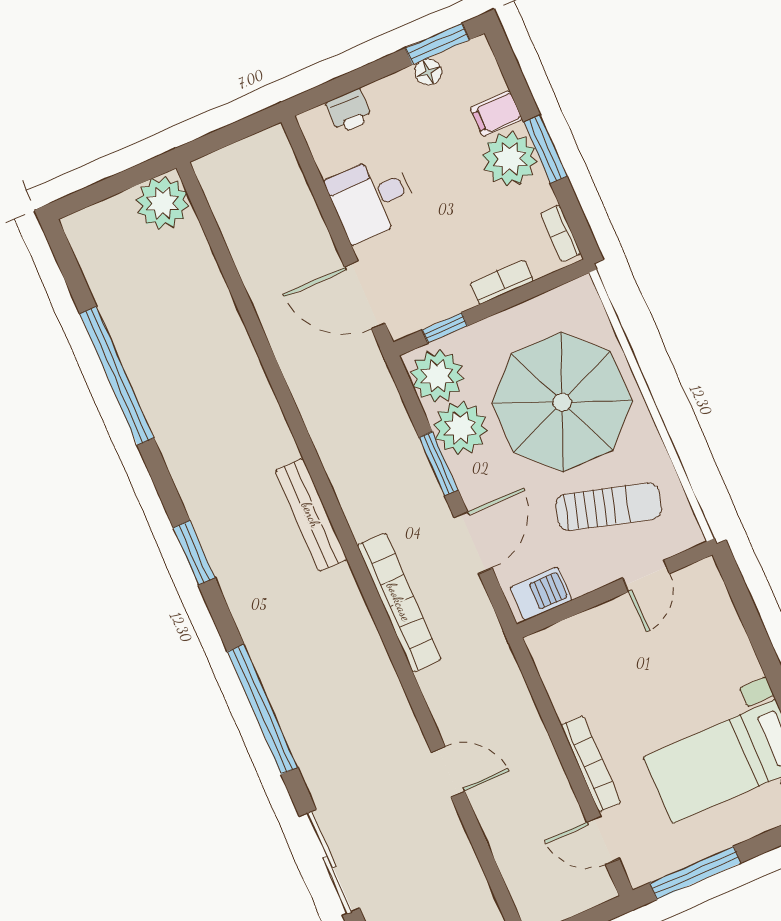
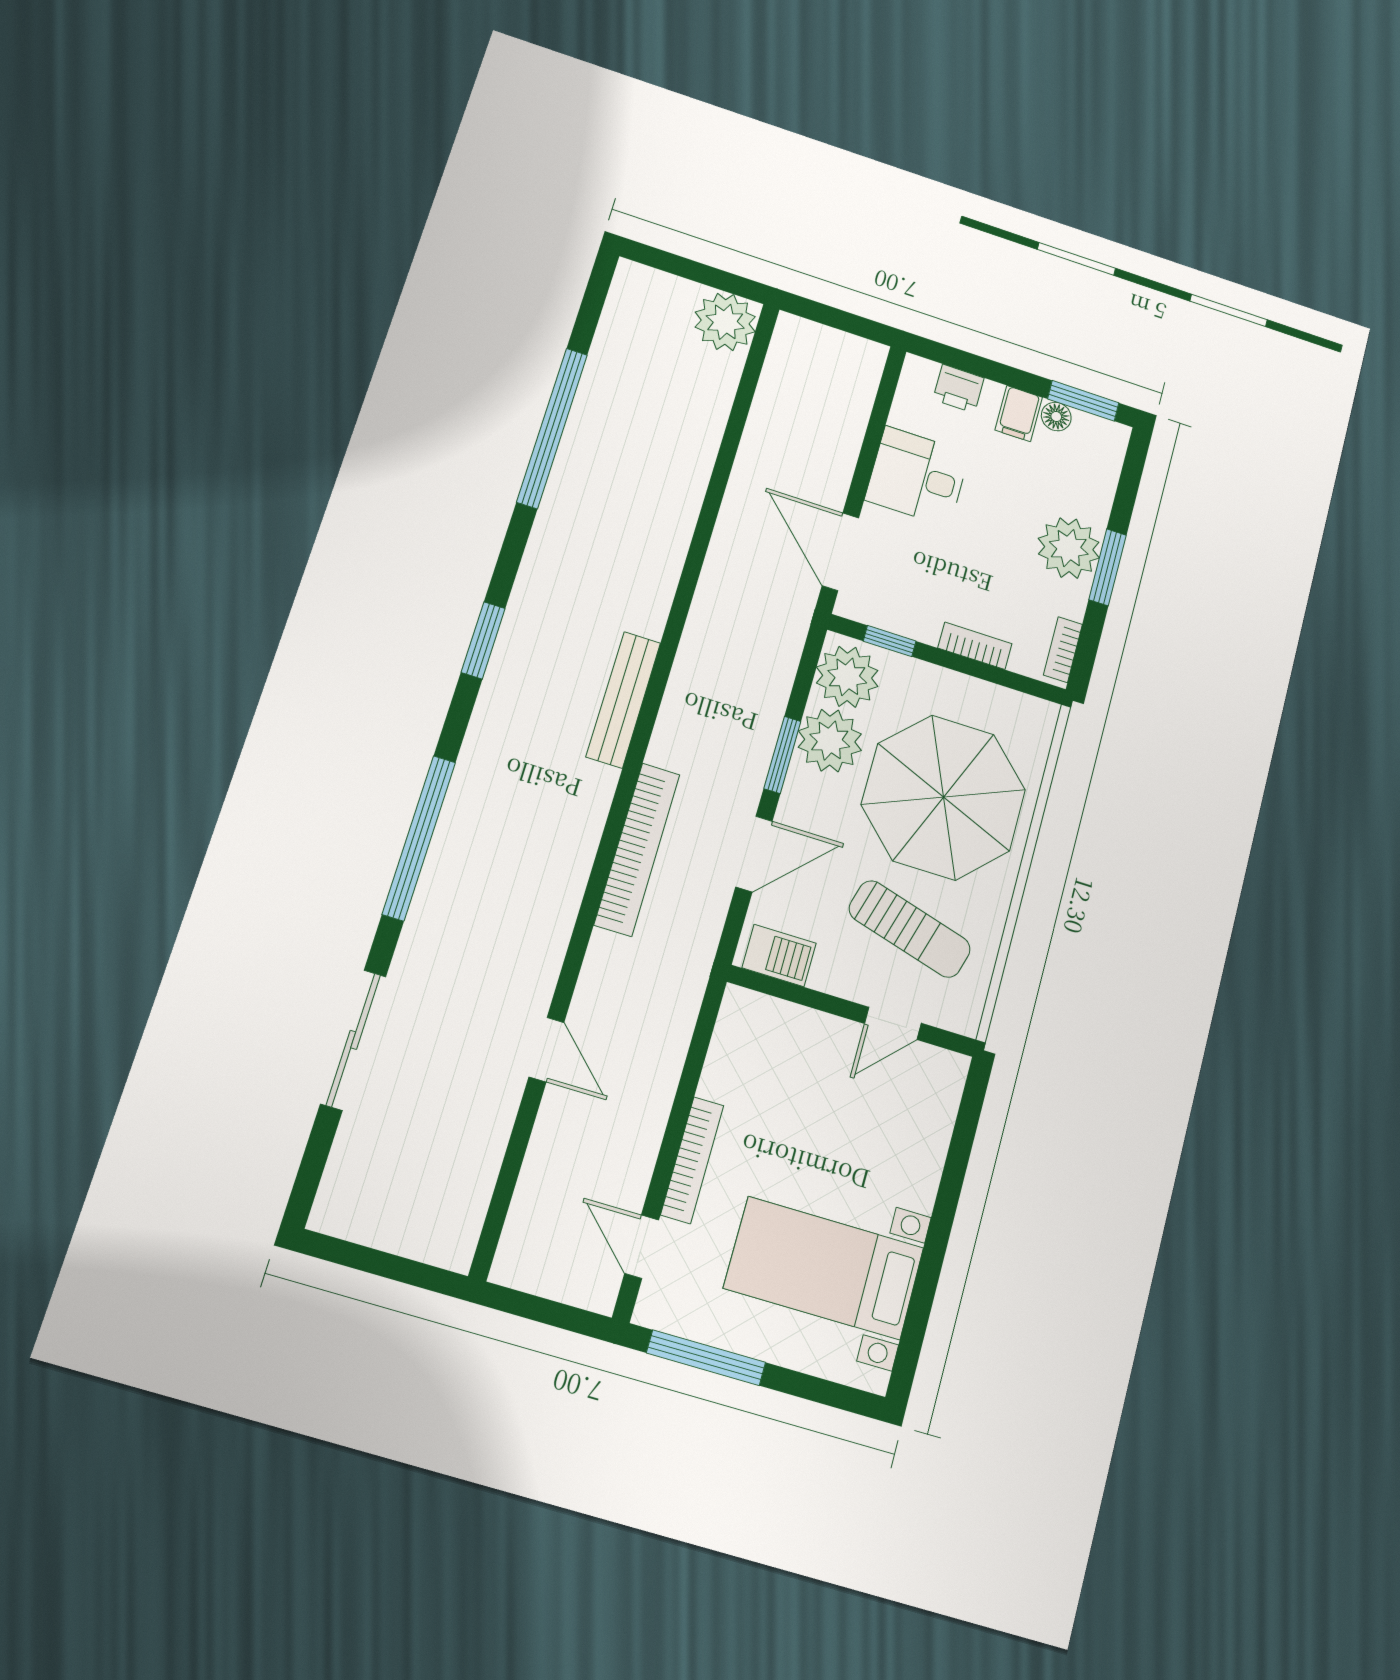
filing cabinet: (496, 114) -> (1019, 414), moved, turned -90

